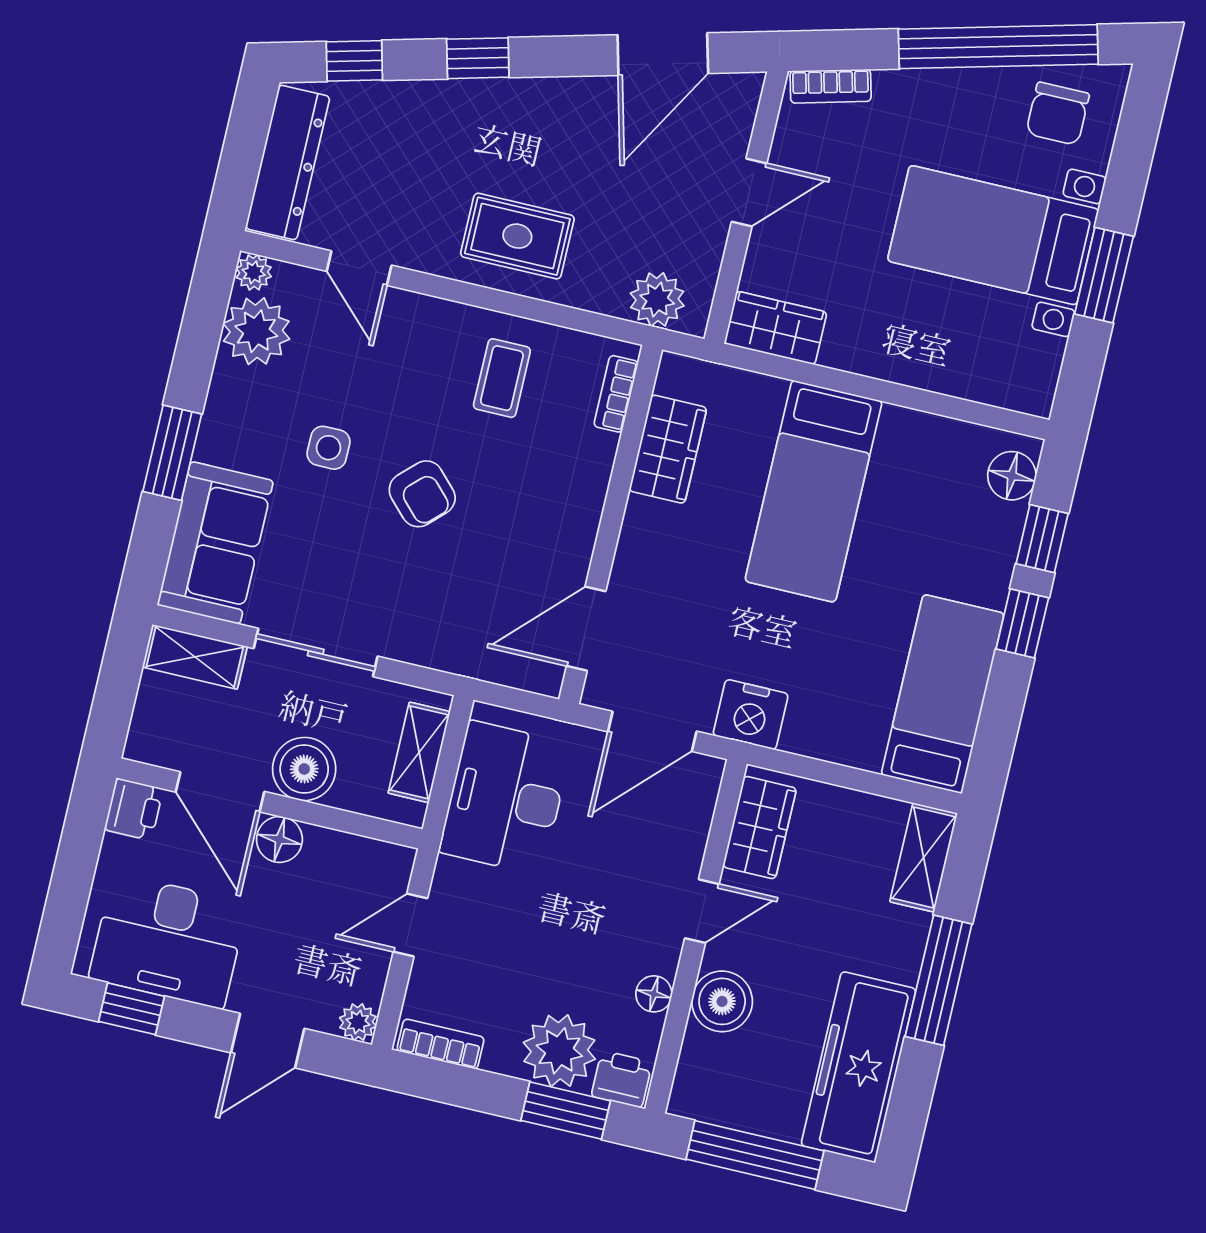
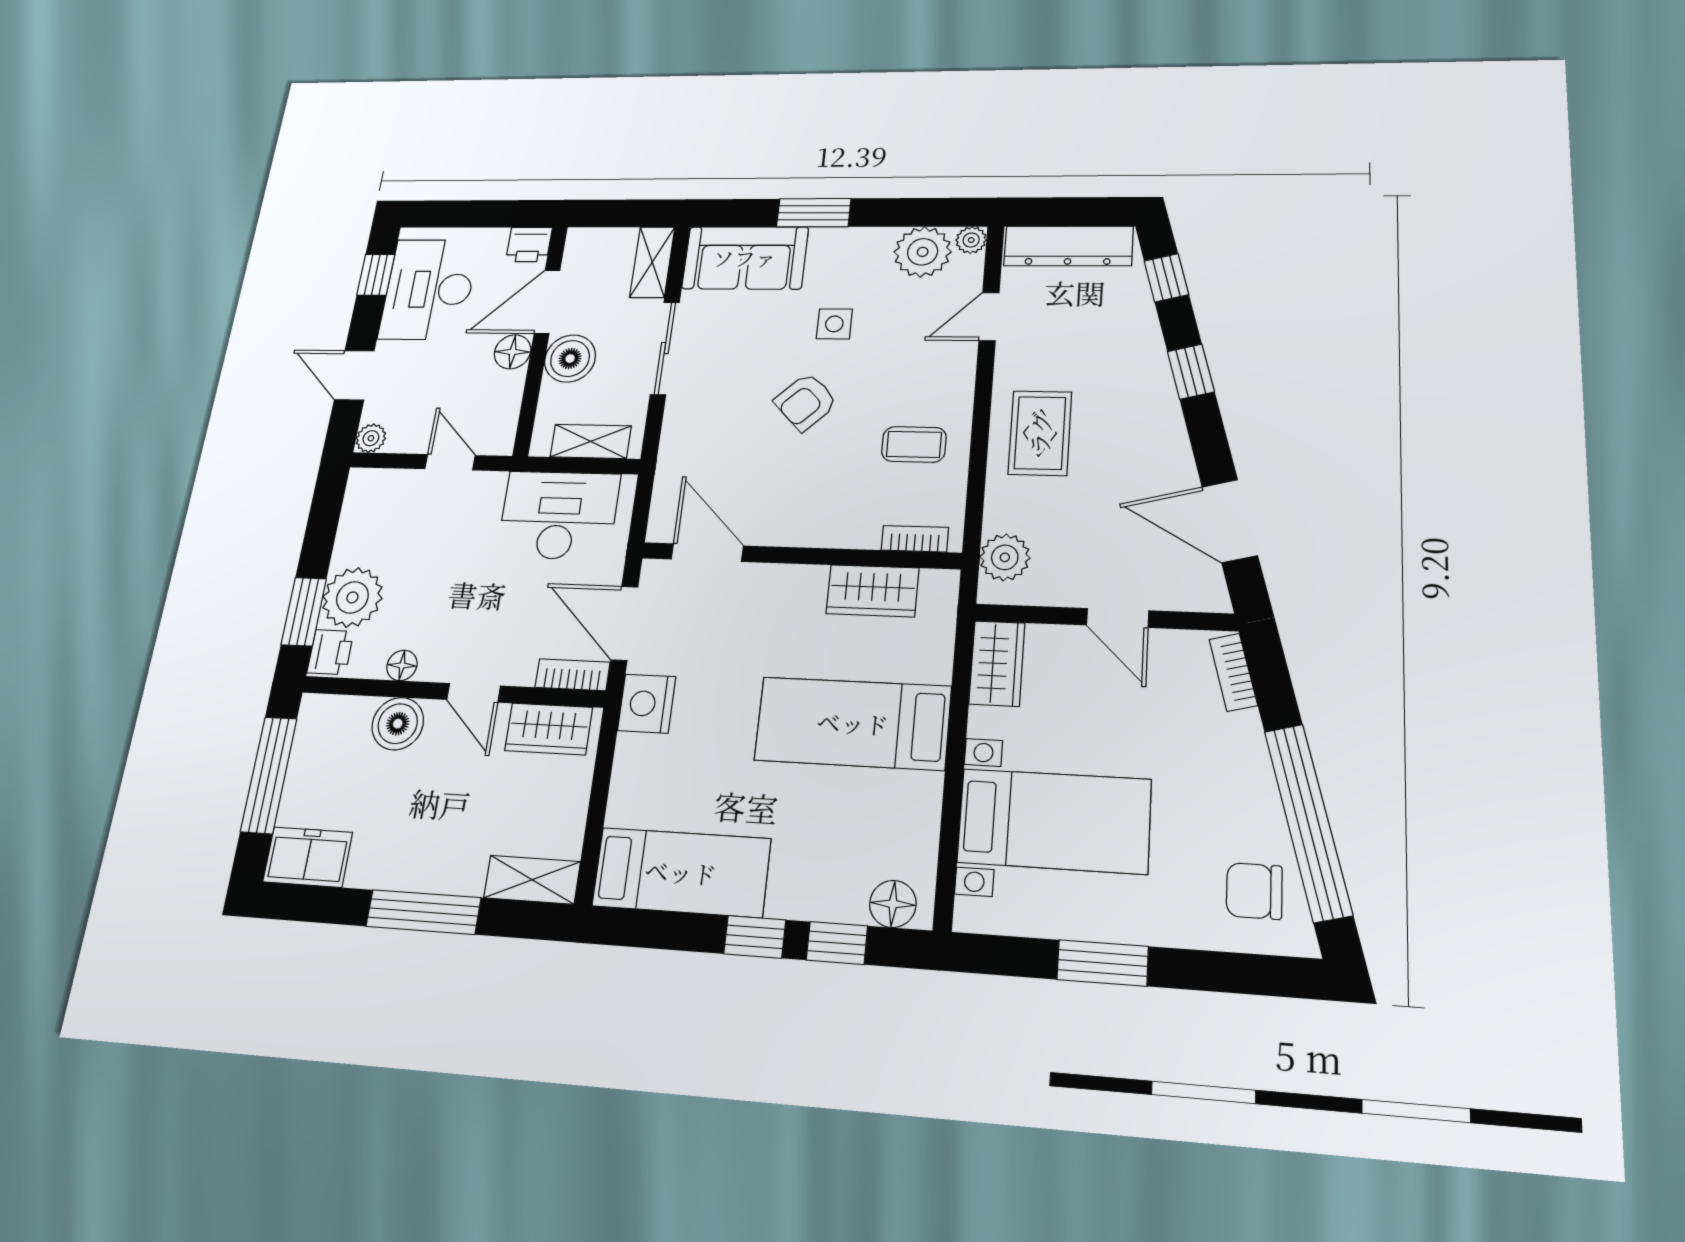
bed with nightstands: (993, 235) -> (1054, 821), moved, turned 90
bookcase: (441, 1044) -> (573, 675), moved, turned -90
freezer: (858, 1067) -> (308, 857), width x0.52, depth x0.79

